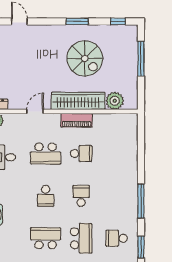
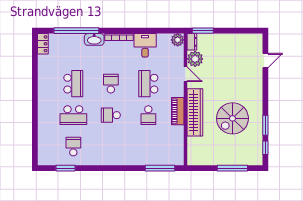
window: (77, 21) -> (265, 125), moved
plant: (115, 101) -> (195, 59), moved
school desk: (46, 196) -> (111, 84), turned 90
school desk: (81, 196) -> (111, 115), turned 180
window: (141, 201) -> (160, 168), moved

